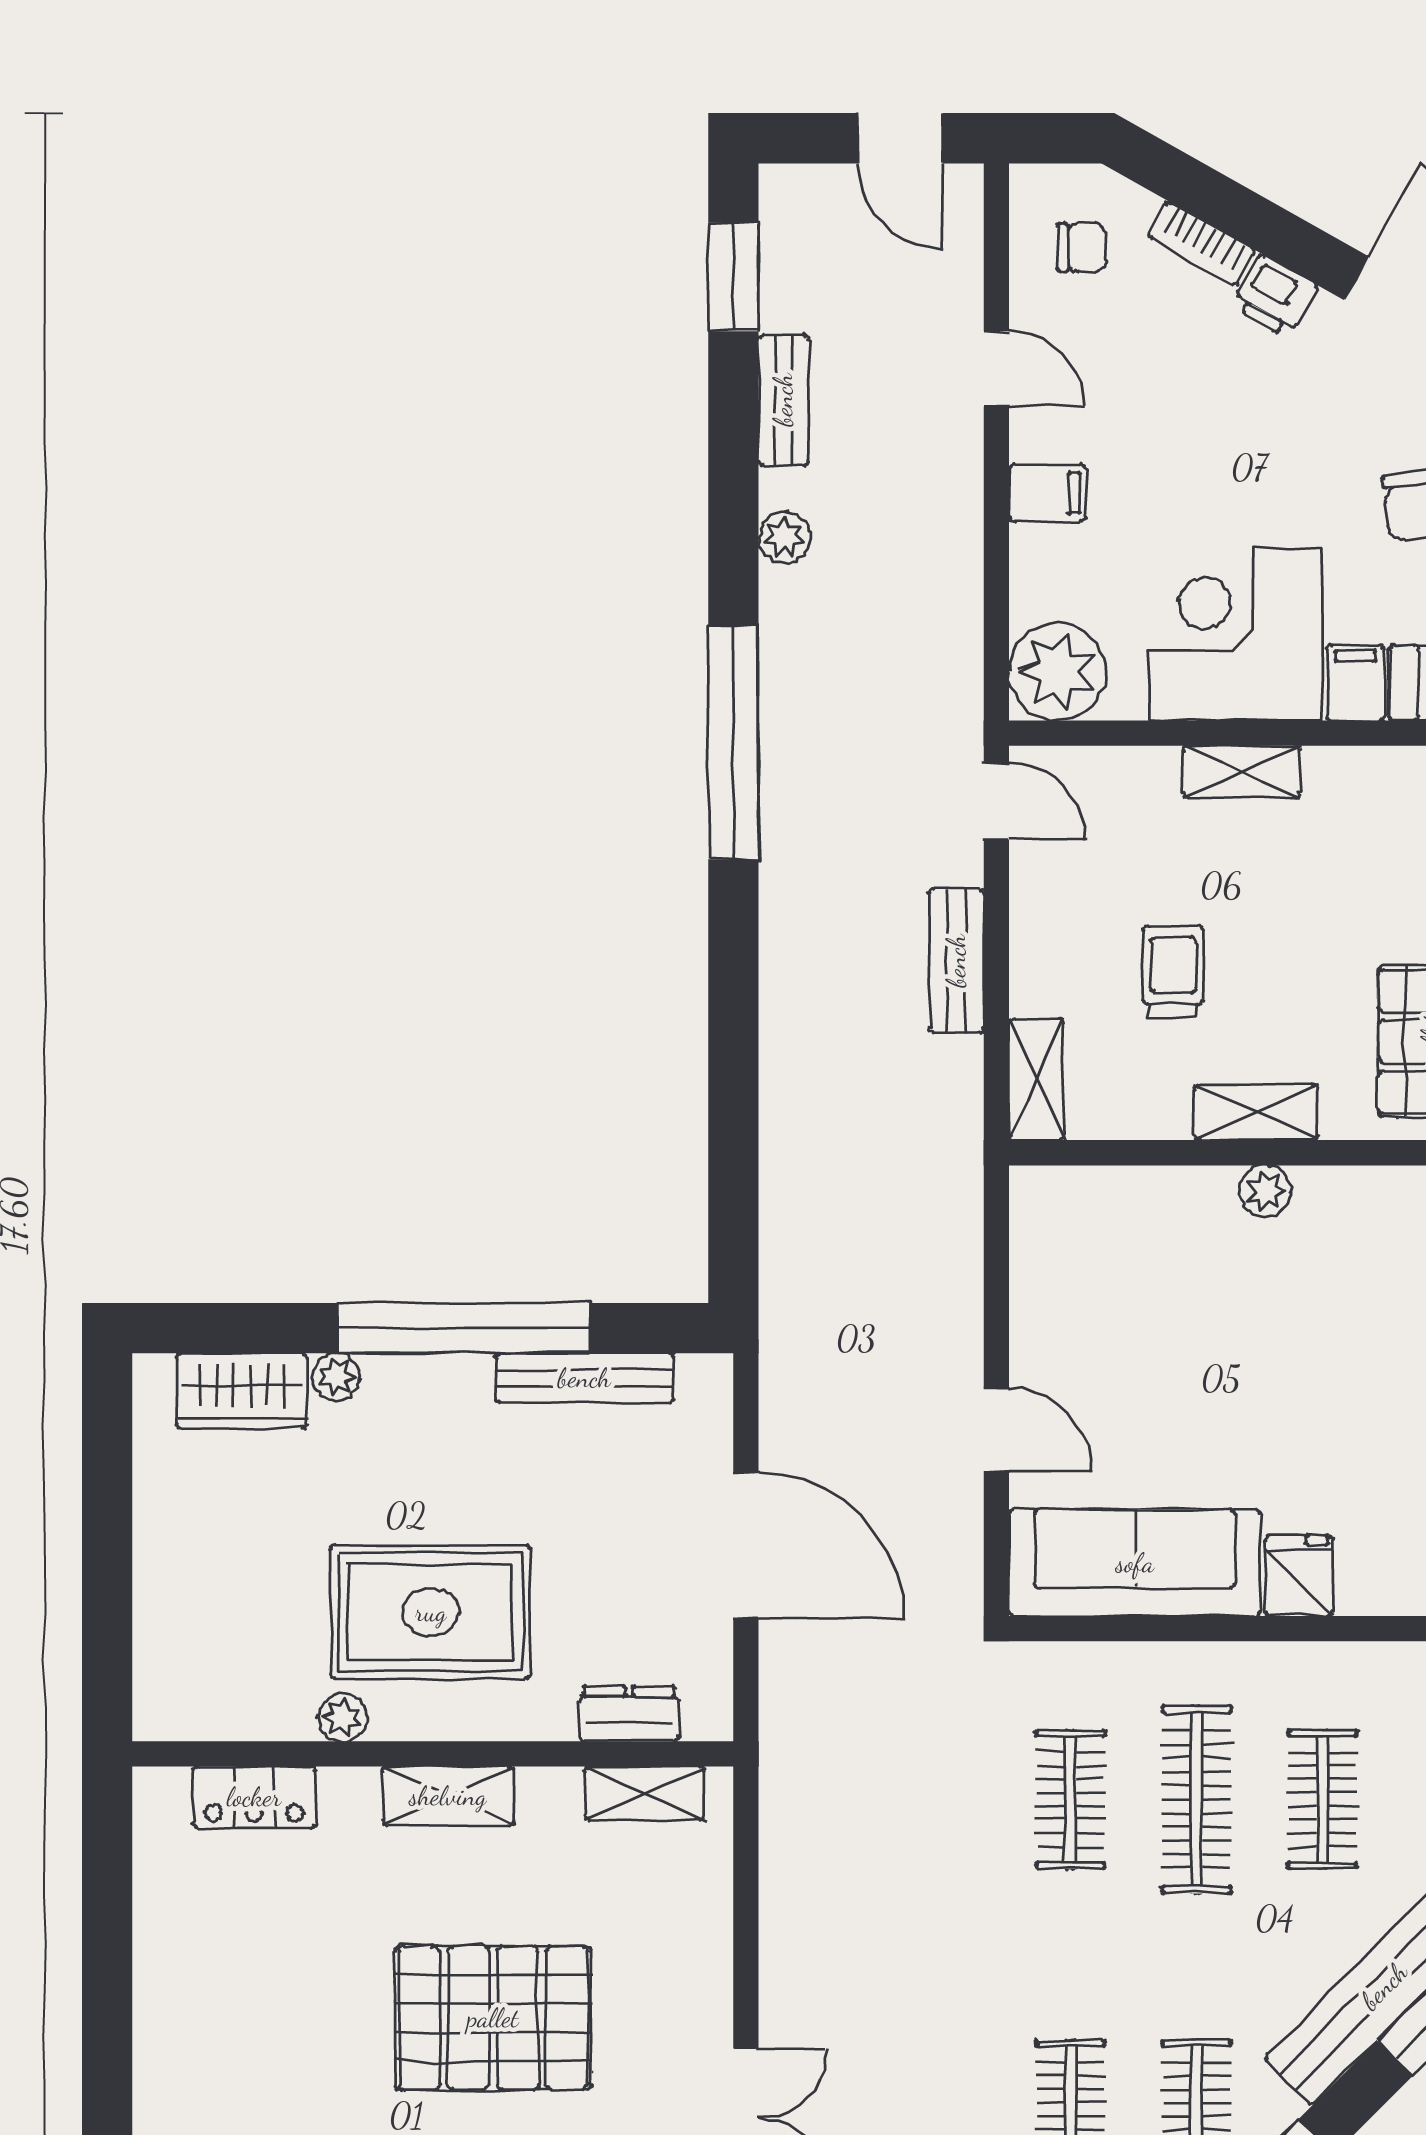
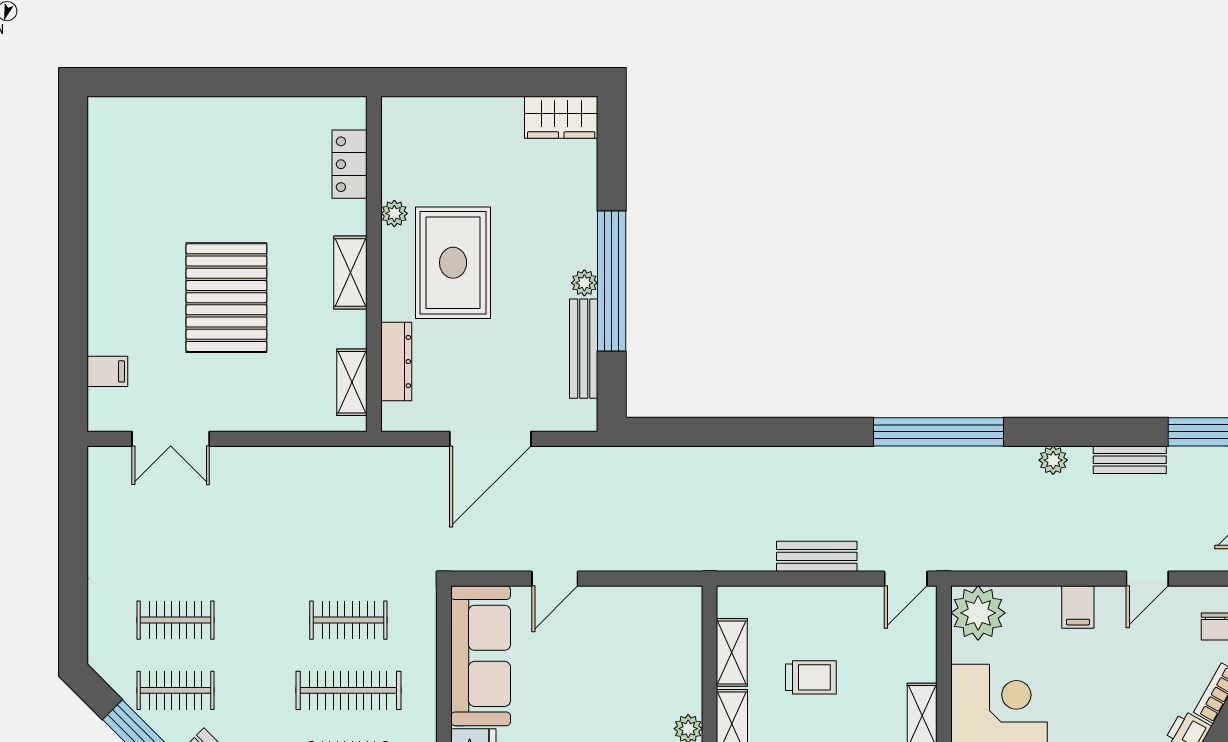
shelving: (1036, 1079) -> (732, 652), moved, turned 90
plant: (336, 1377) -> (584, 283), moved
wardrobe: (242, 1391) -> (561, 117), moved, turned -90
dresser: (629, 1714) -> (396, 362), width x1.44

